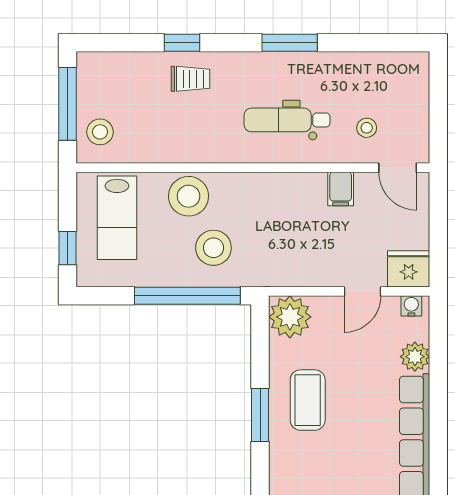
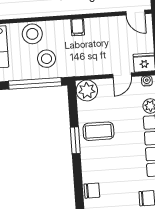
filing cabinet: (341, 189) -> (78, 27), moved
coffee table: (308, 400) -> (98, 131), turned 90

